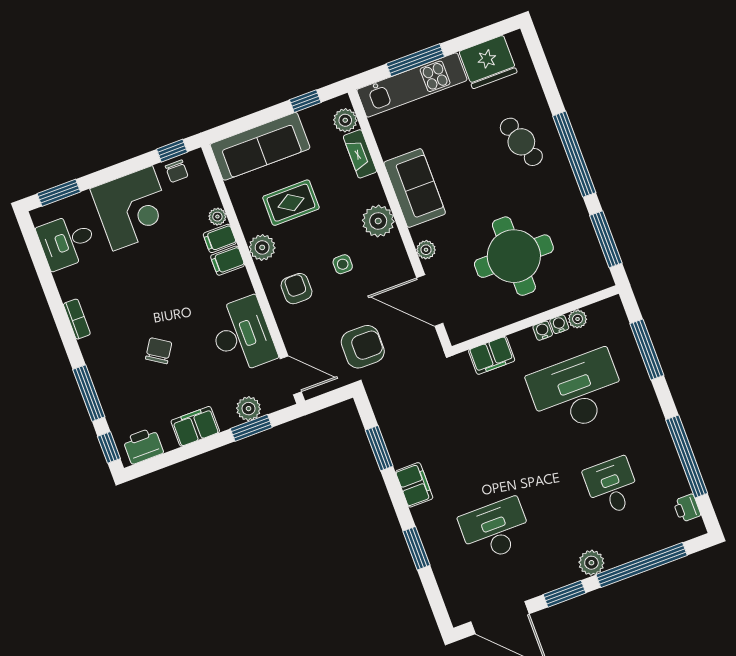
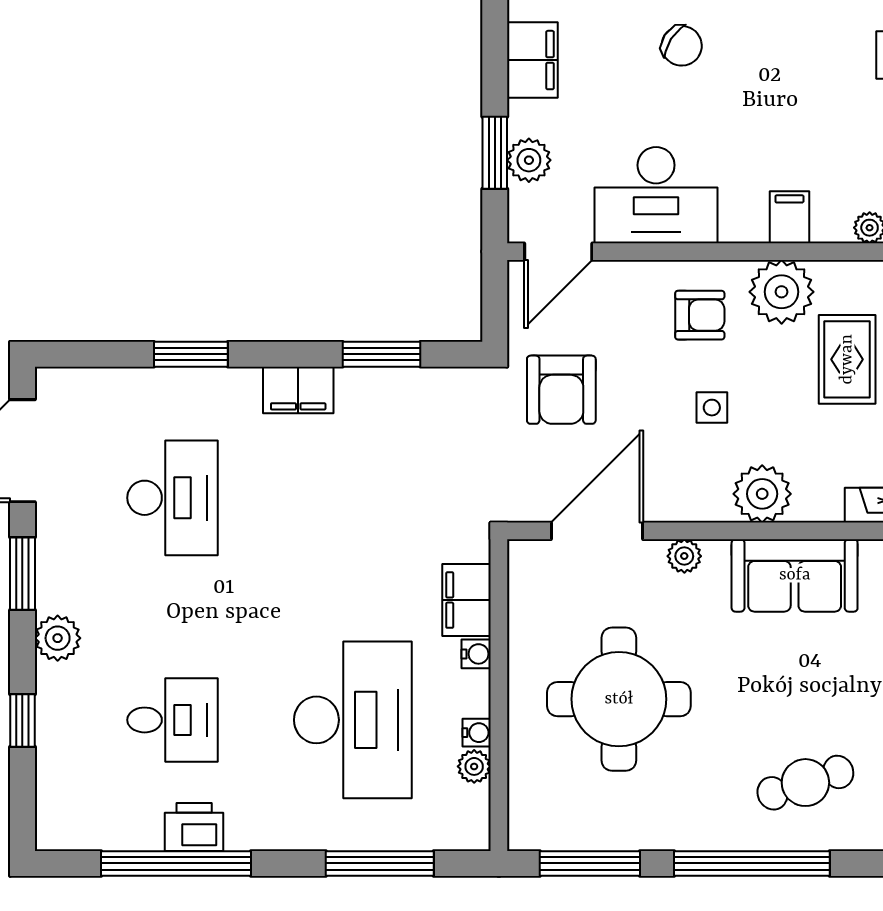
filing cabinet: (220, 238) -> (831, 218), removed
plant: (262, 247) -> (782, 292), width x1.36, depth x1.36
water cooler: (543, 331) -> (476, 654), moved
printer: (687, 508) -> (194, 827), moved, width x1.36, depth x1.24
window: (642, 565) -> (22, 720), width x0.32

